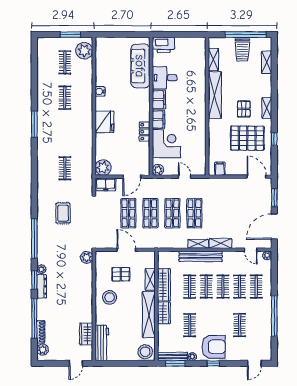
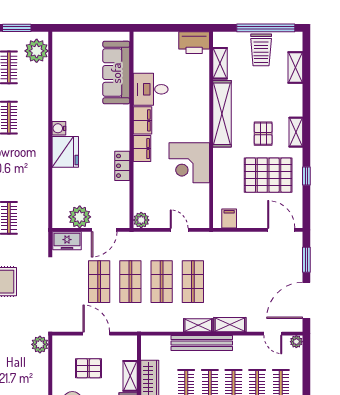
printer: (164, 45) -> (194, 43), moved
water cooler: (100, 91) -> (59, 128), moved
corner desk: (167, 144) -> (189, 163), moved, turned 180
plant: (103, 168) -> (80, 217), moved

